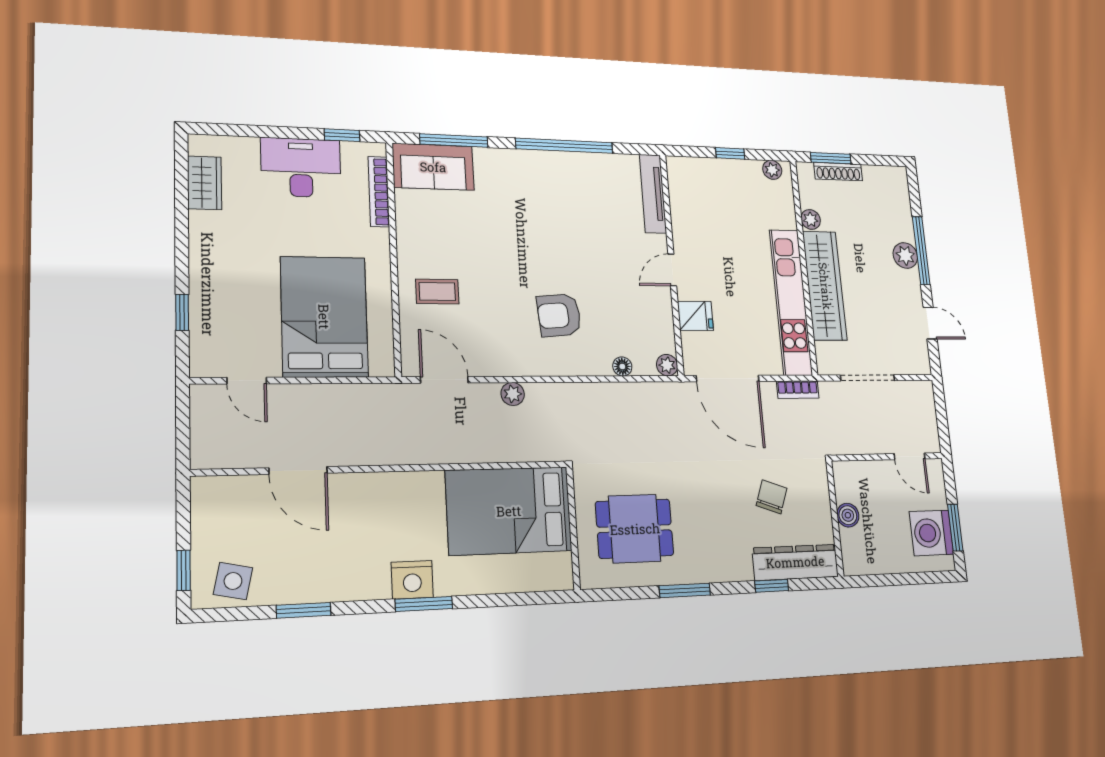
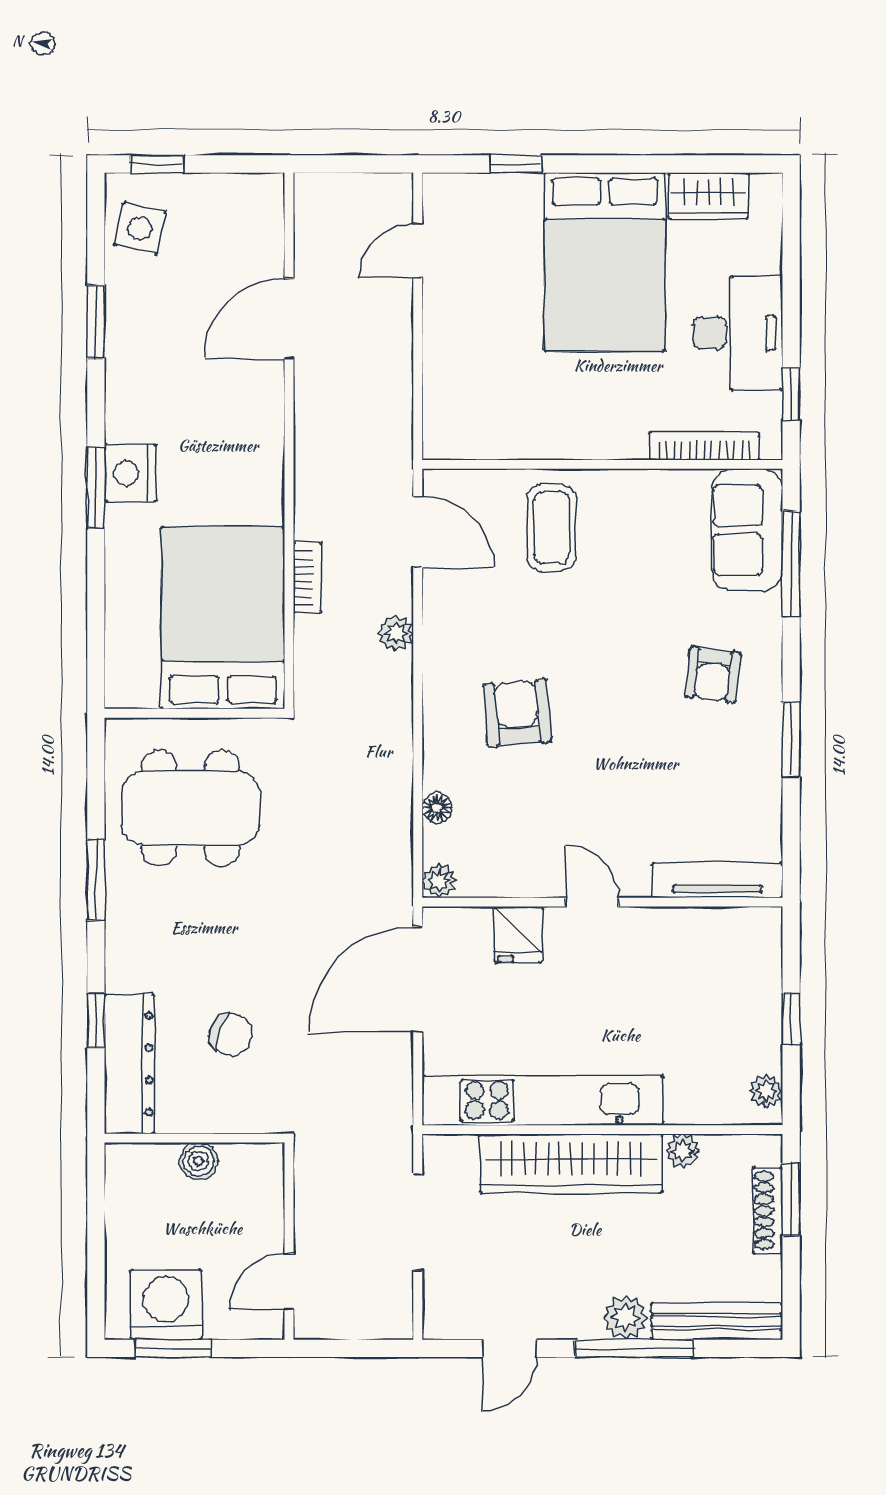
window: (564, 146) -> (791, 739), width x0.47
armchair: (527, 192) -> (713, 675), added
bench: (901, 203) -> (717, 1321), added
coffee table: (437, 292) -> (552, 527), width x1.36, depth x1.30
bed: (324, 317) -> (605, 262), moved, turned 90
door: (444, 380) -> (418, 532), hinge flipped
bookcase: (798, 390) -> (307, 578), moved, turned 180
dining table: (635, 529) -> (190, 808), width x1.38

